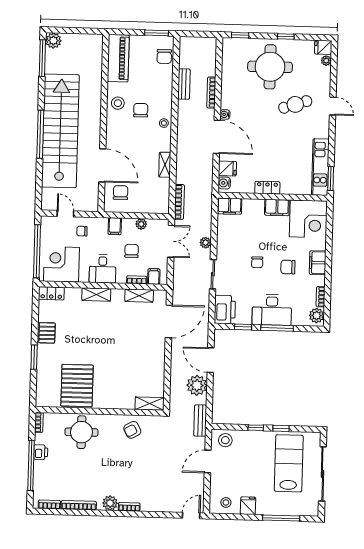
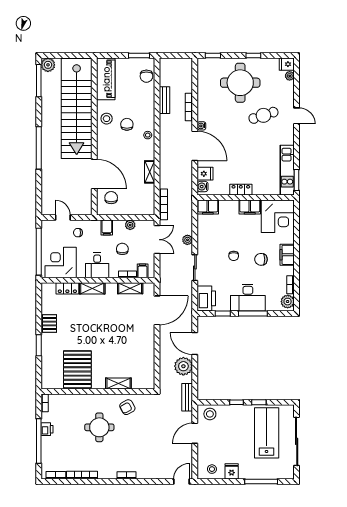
stairs: (60, 131) -> (77, 108), moved, turned 180
locker: (51, 293) -> (67, 288), moved
shelving: (150, 404) -> (118, 383), moved
round table: (81, 432) -> (99, 427), moved
plant: (110, 503) -> (109, 472), removed

